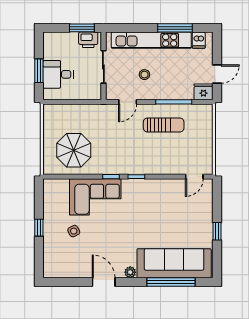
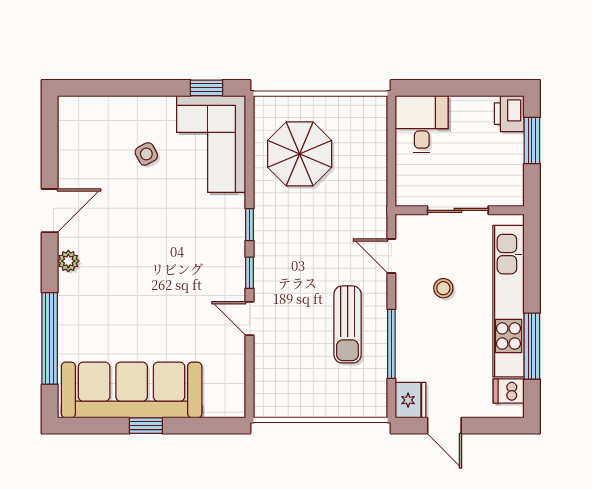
window: (82, 28) -> (532, 140), moved
printer: (88, 40) -> (509, 114), moved
window: (39, 71) -> (451, 88), removed
desk: (58, 74) -> (422, 124), moved
door: (194, 177) -> (250, 318), moved
corner sofa: (95, 197) -> (211, 144), moved
window: (39, 228) -> (207, 88), moved
sofa: (174, 263) -> (132, 390), moved, turned -90

